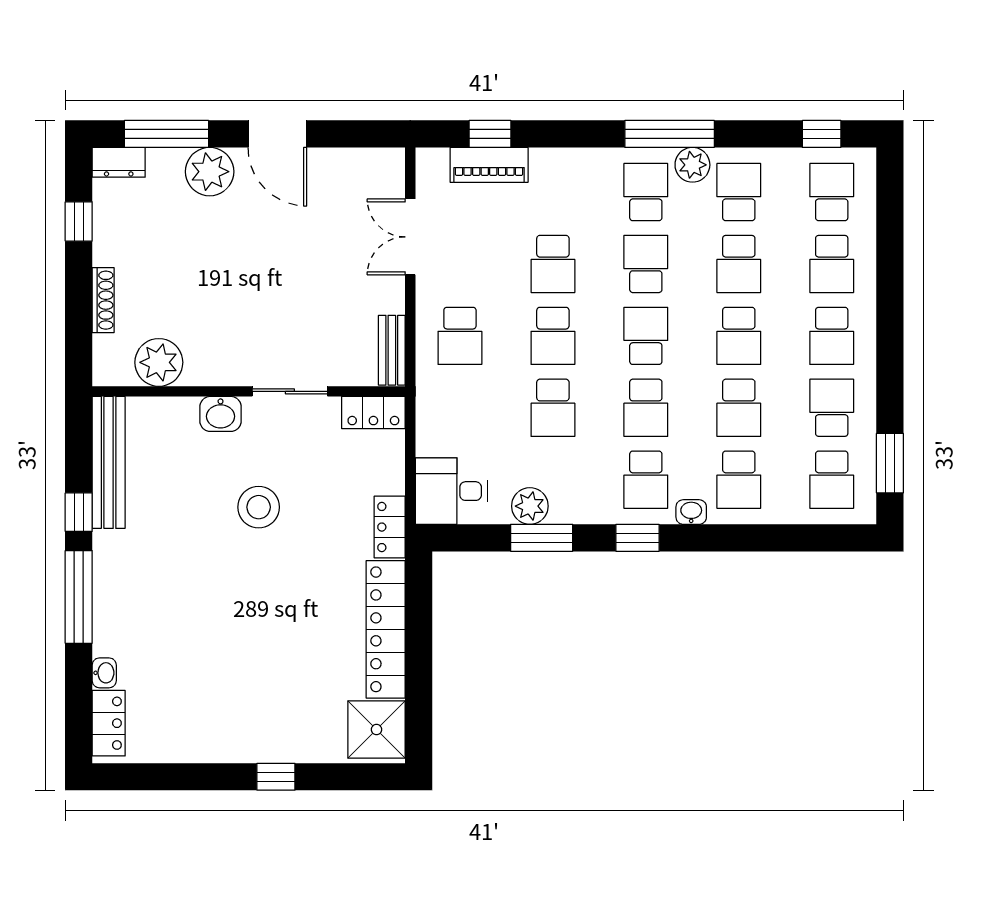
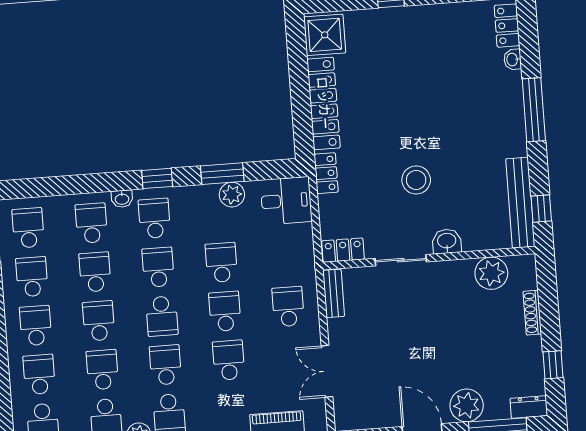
double door: (410, 237) -> (327, 371), swing flipped
school desk: (646, 264) -> (165, 365), turned 180
school desk: (832, 408) -> (32, 277), turned 180
window: (79, 512) -> (541, 209), moved

